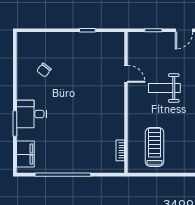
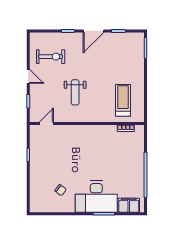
door: (126, 74) -> (46, 123), moved
desk: (31, 114) -> (96, 197), width x1.87, depth x1.30
treadmill: (154, 147) -> (123, 100), turned 90

